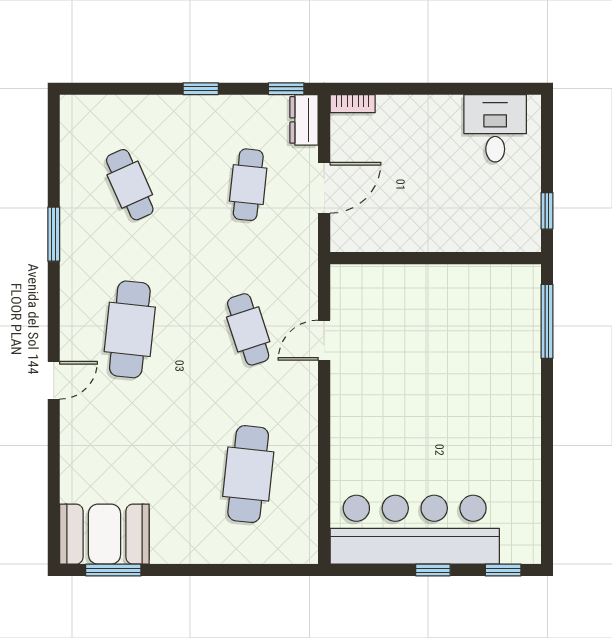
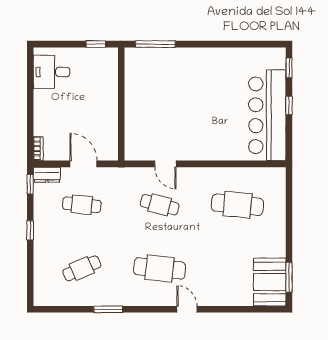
cafe table: (248, 329) -> (160, 205), turned 33

